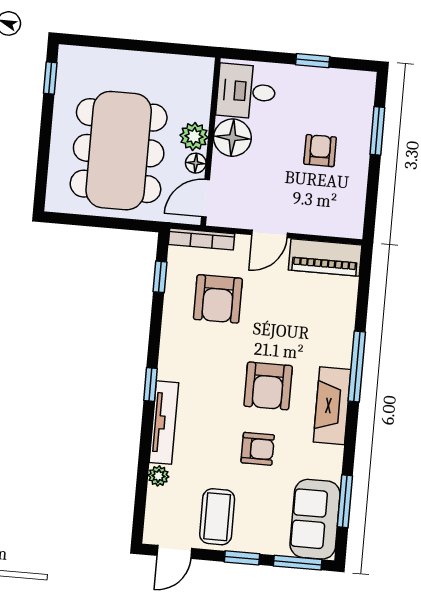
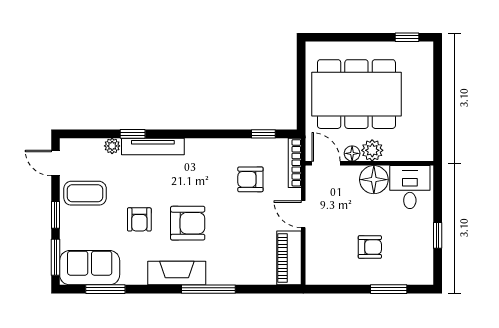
armchair: (218, 299) -> (250, 179), width x0.72, depth x0.72
window: (151, 384) -> (133, 134), moved
armchair: (268, 386) -> (188, 223), turned 180

